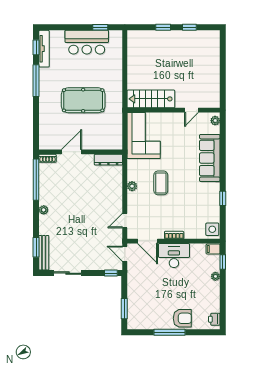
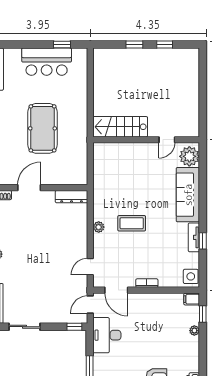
pool table: (83, 100) -> (43, 128), turned 90
plant: (215, 121) -> (189, 156), width x1.87, depth x1.87
corner sofa: (144, 136) -> (112, 169), removed
coffee table: (161, 183) -> (132, 223), turned 90
tv unit: (215, 195) -> (194, 237), added
door: (125, 254) -> (90, 305), hinge flipped
desk: (174, 256) -> (107, 335), moved, turned -90

